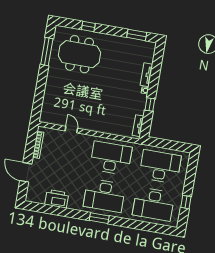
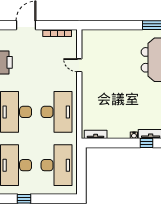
window: (150, 104) -> (147, 143), moved
door: (71, 130) -> (79, 65), swing flipped

